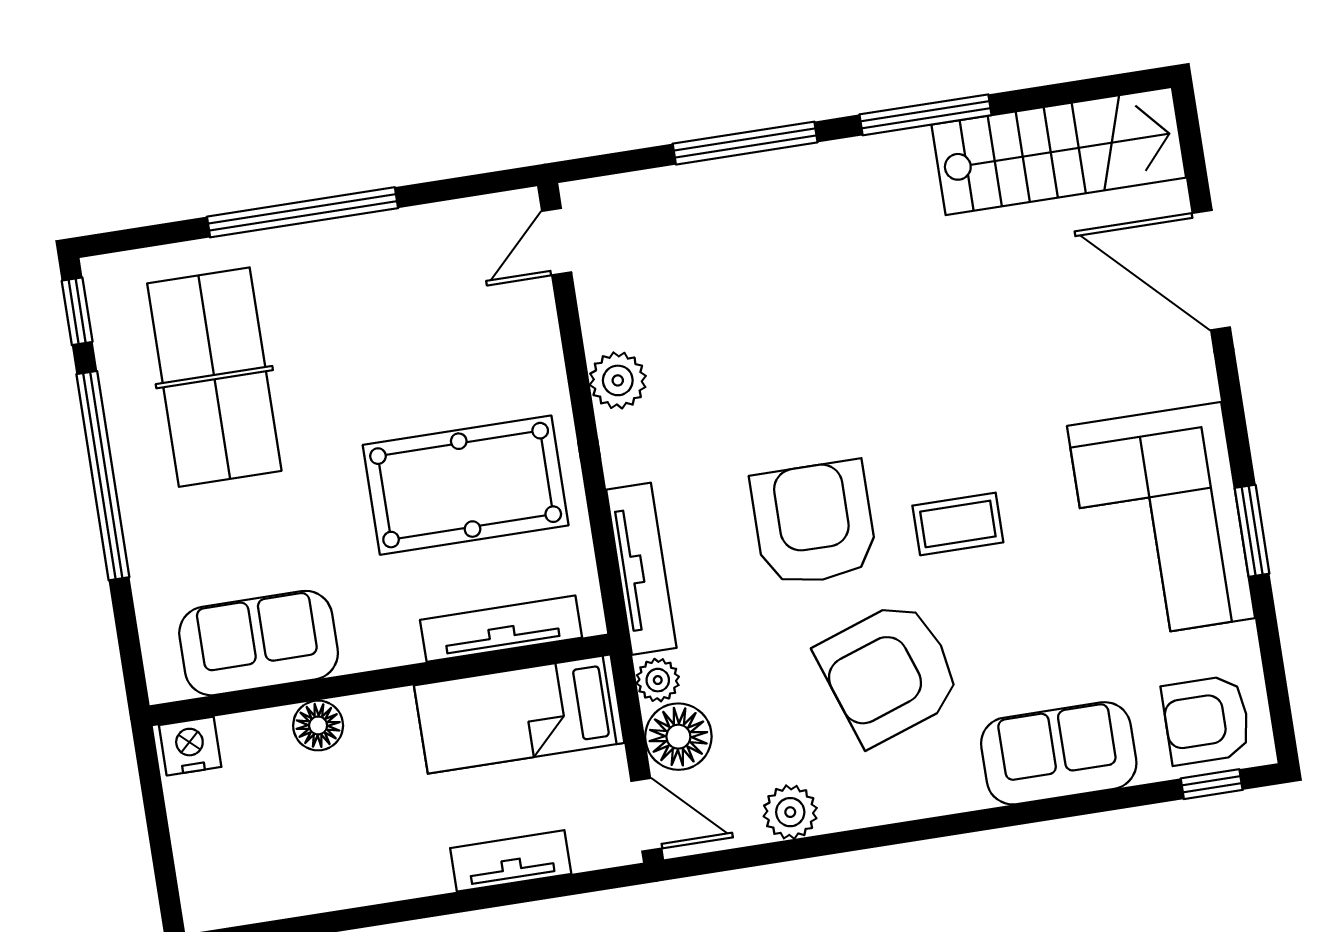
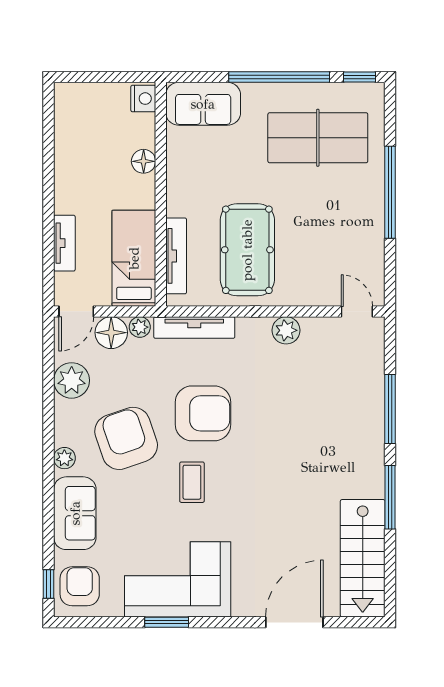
sofa: (259, 643) -> (203, 104), moved, turned 90
plant: (949, 792) -> (64, 458), added
plant: (790, 812) -> (72, 380), width x1.36, depth x1.36

